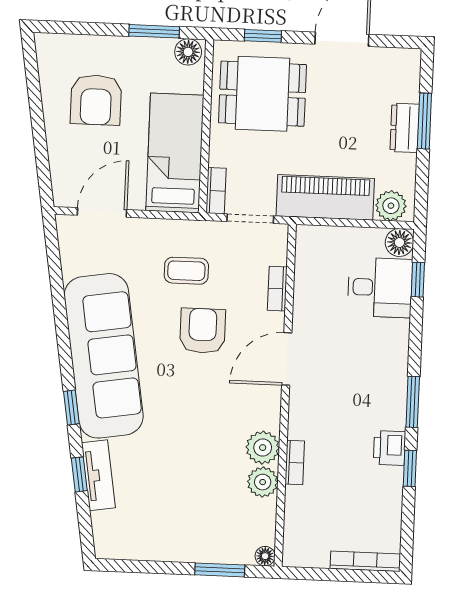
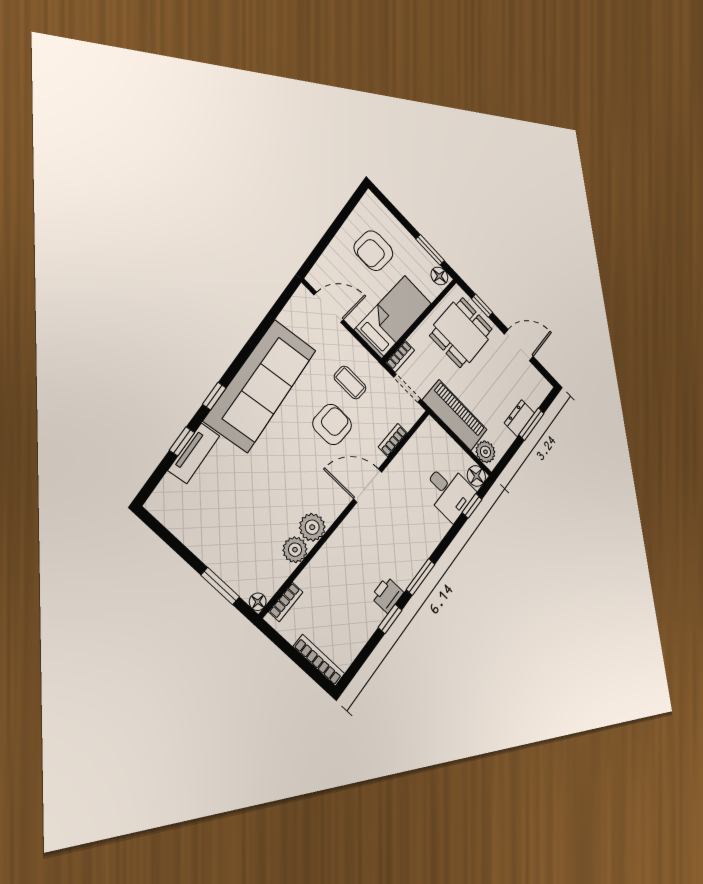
dining table: (262, 94) -> (461, 332), turned 90
bookcase: (295, 462) -> (286, 602), moved

